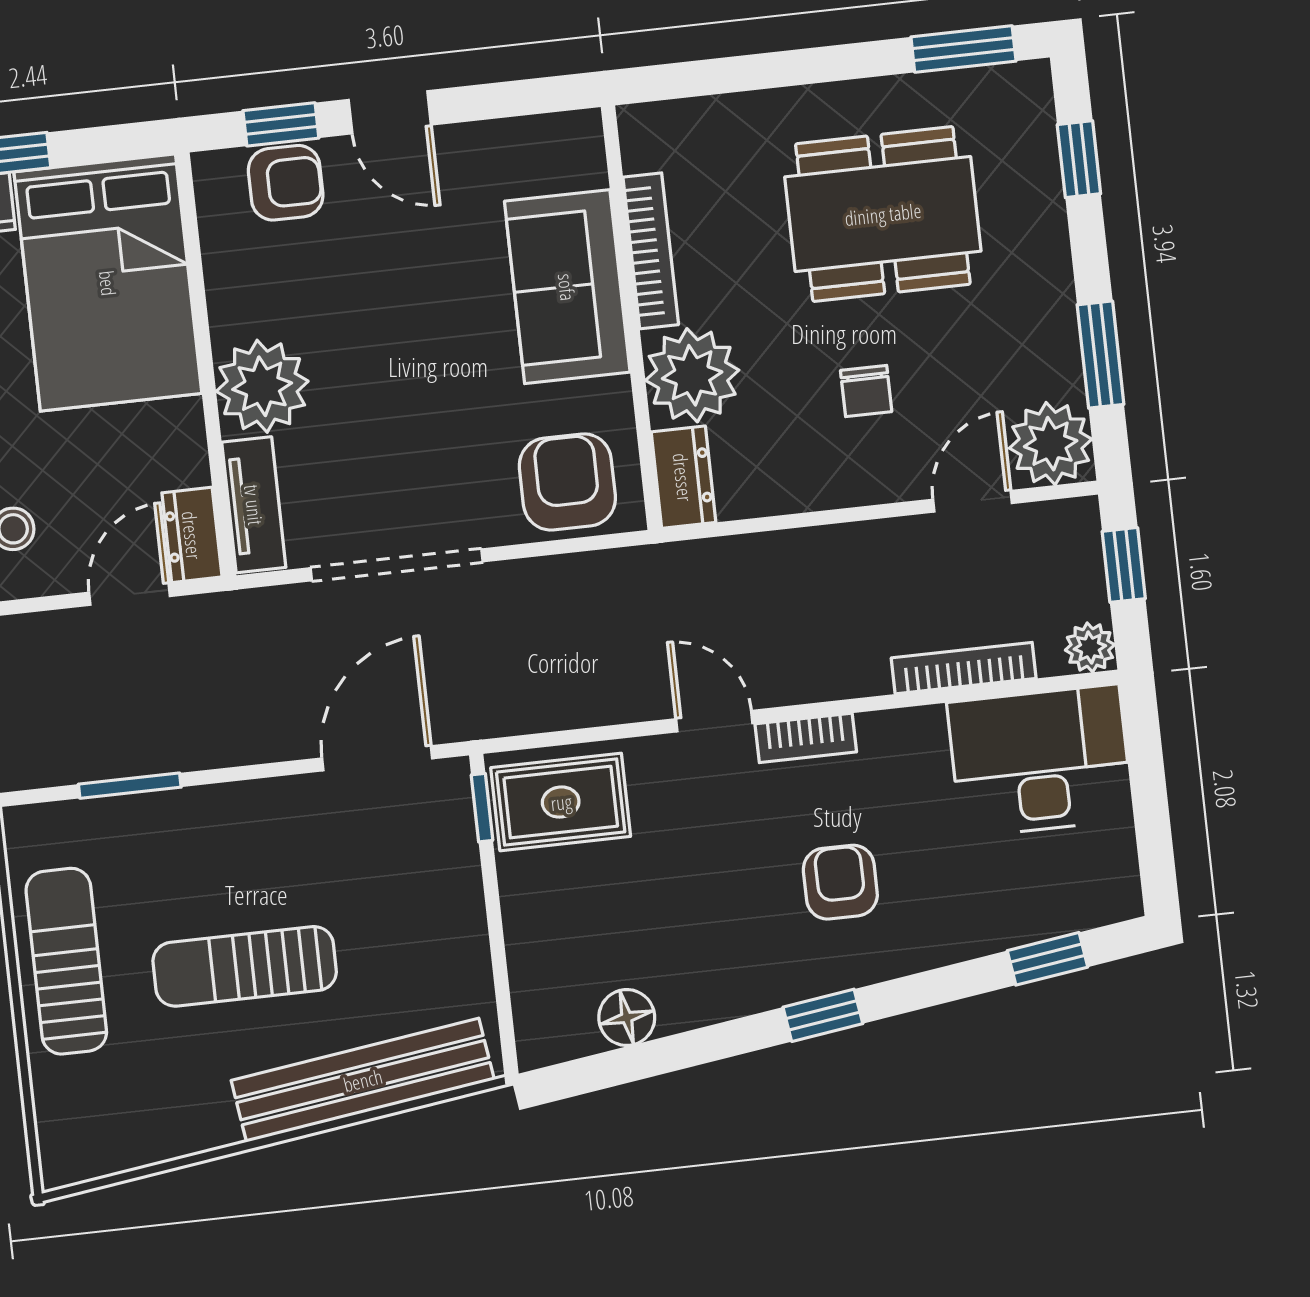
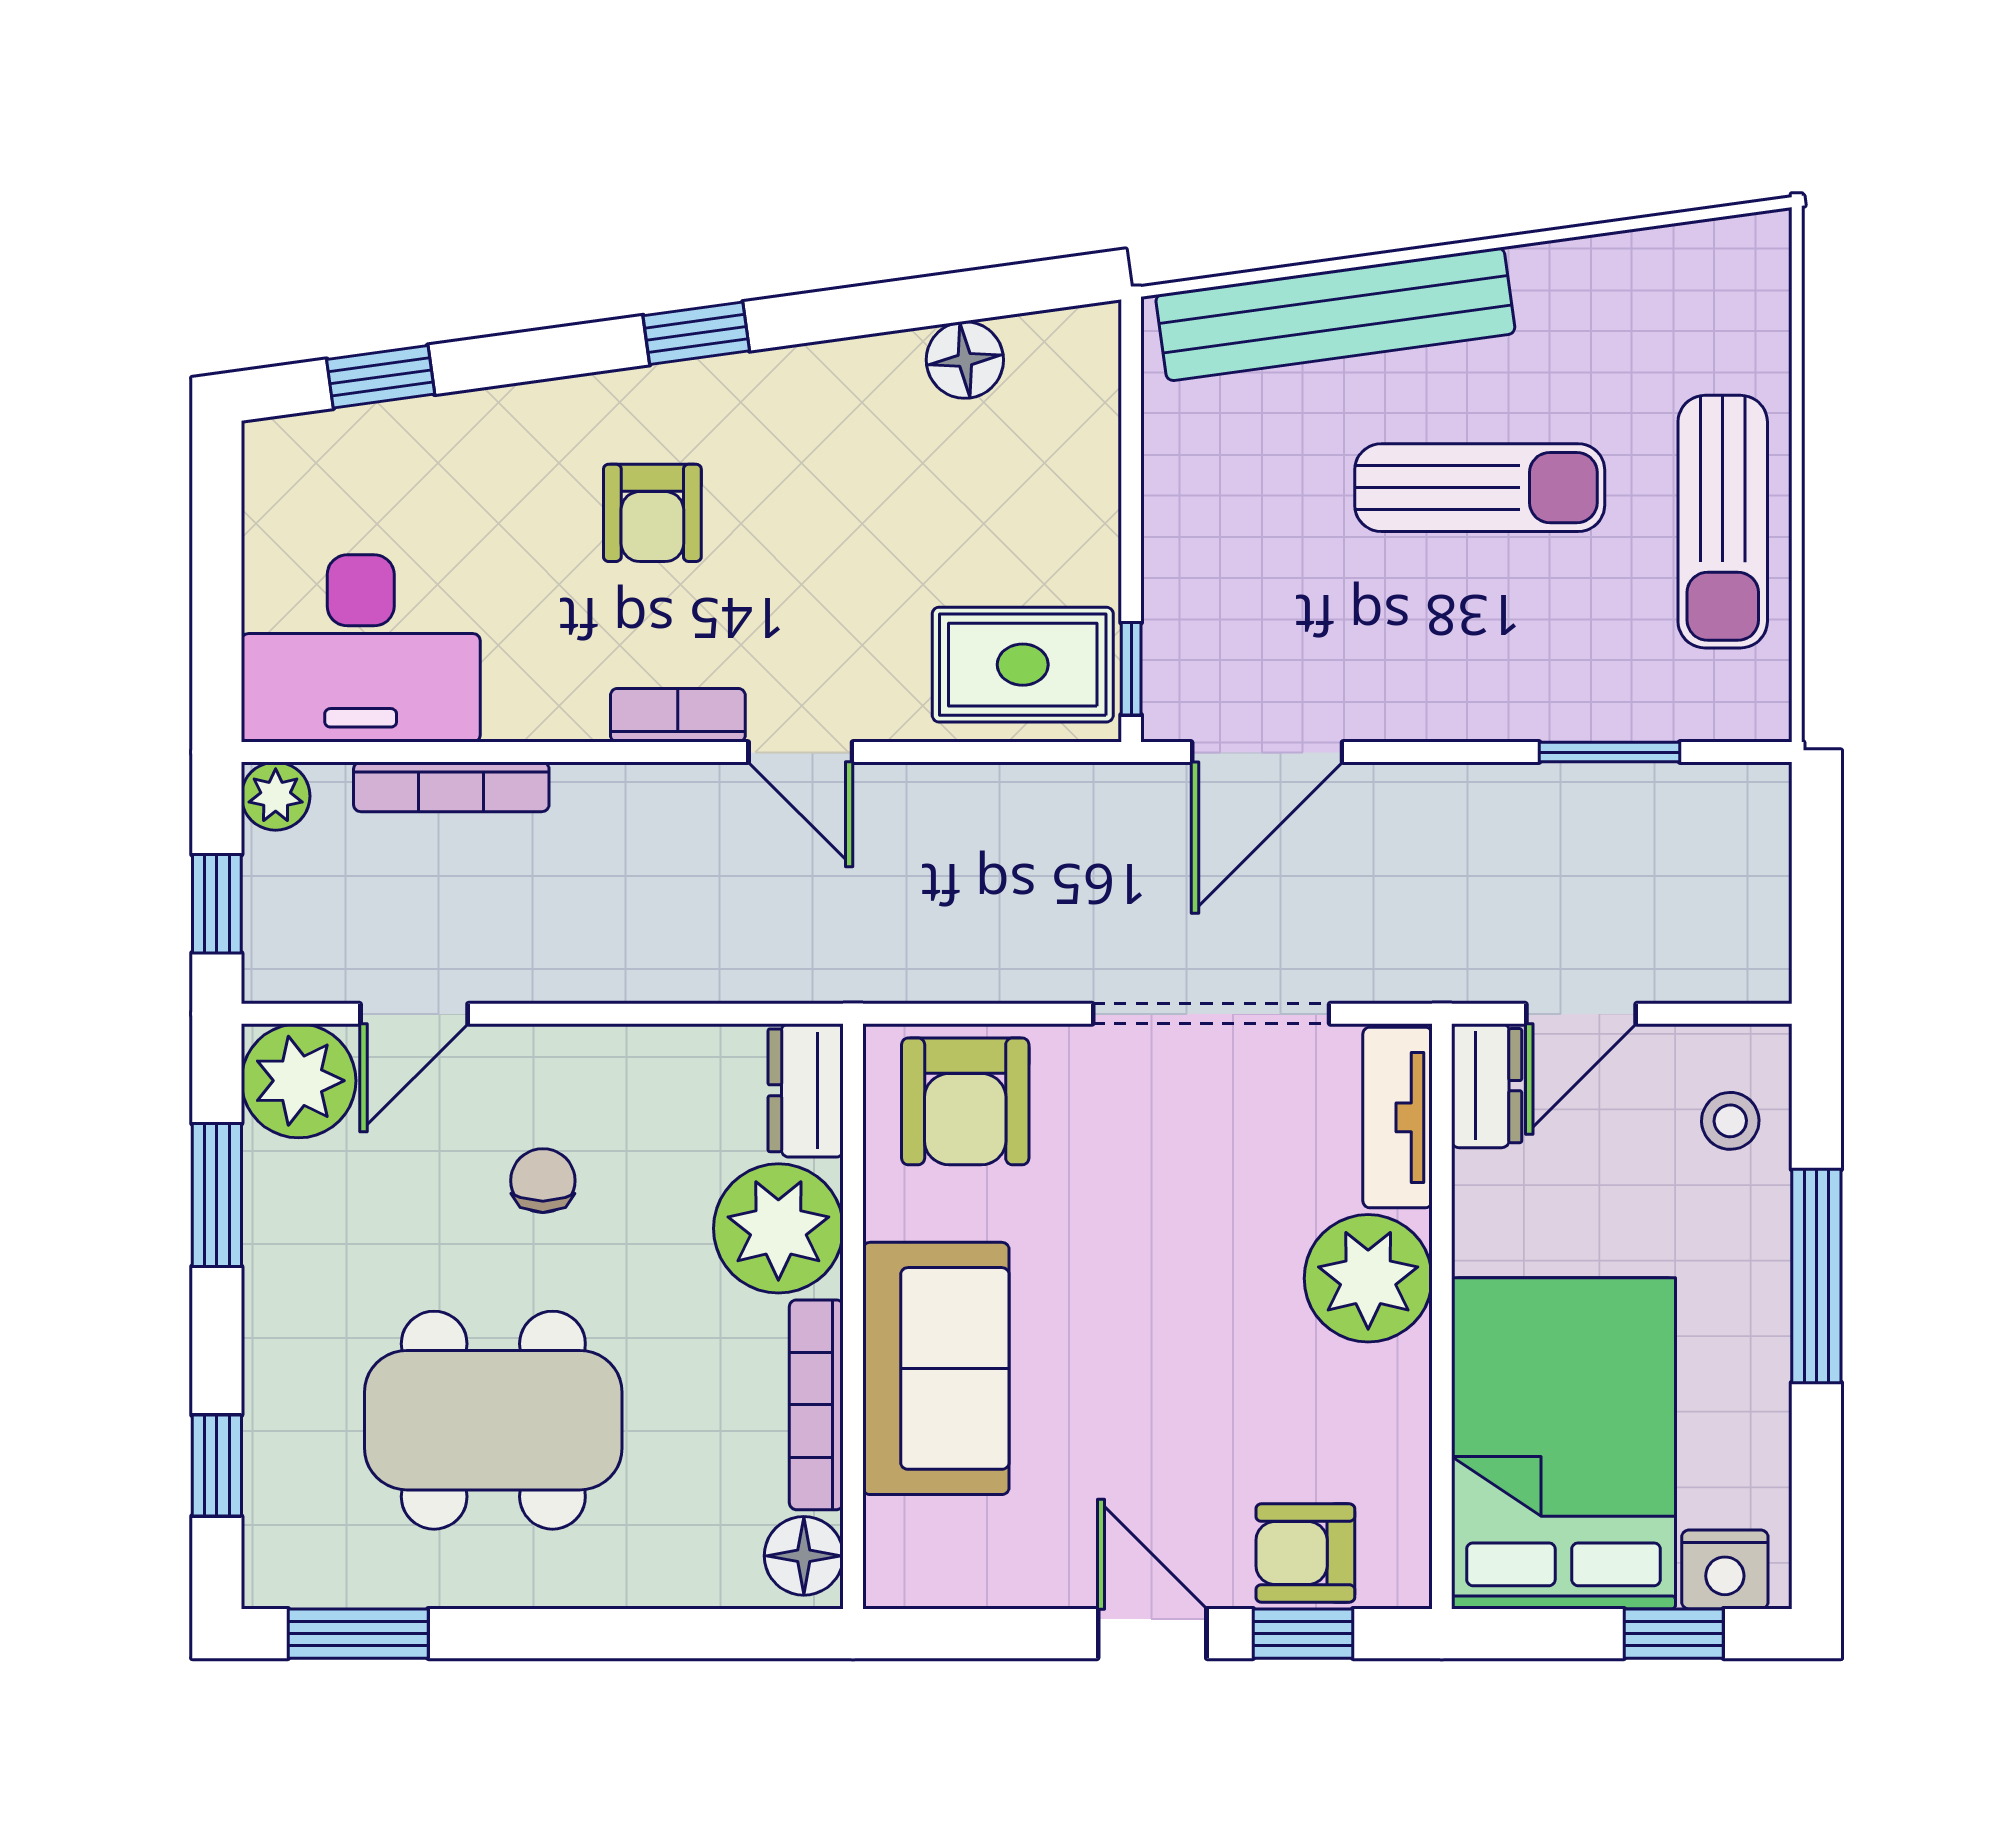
floor lamp: (648, 141) -> (804, 1556), added

